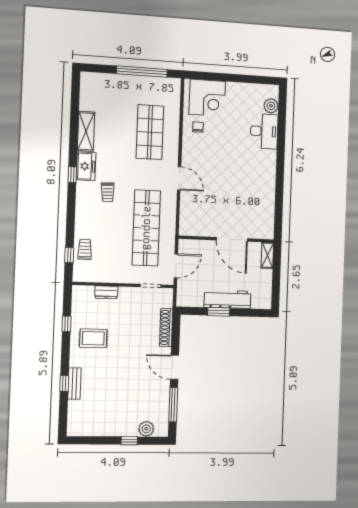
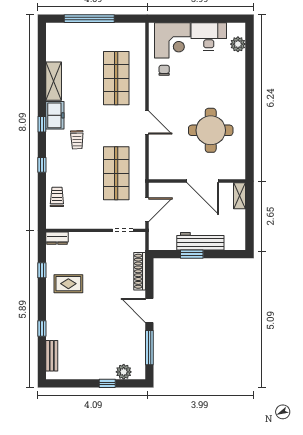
window: (142, 72) -> (89, 19), moved
desk: (264, 131) -> (209, 36), moved, turned -90
round table: (242, 189) -> (211, 130), added
shop shelf: (146, 228) -> (116, 173), width x0.71
window: (69, 255) -> (42, 165), moved
dresser: (106, 292) -> (57, 238), moved
bench: (74, 384) -> (52, 356), moved

